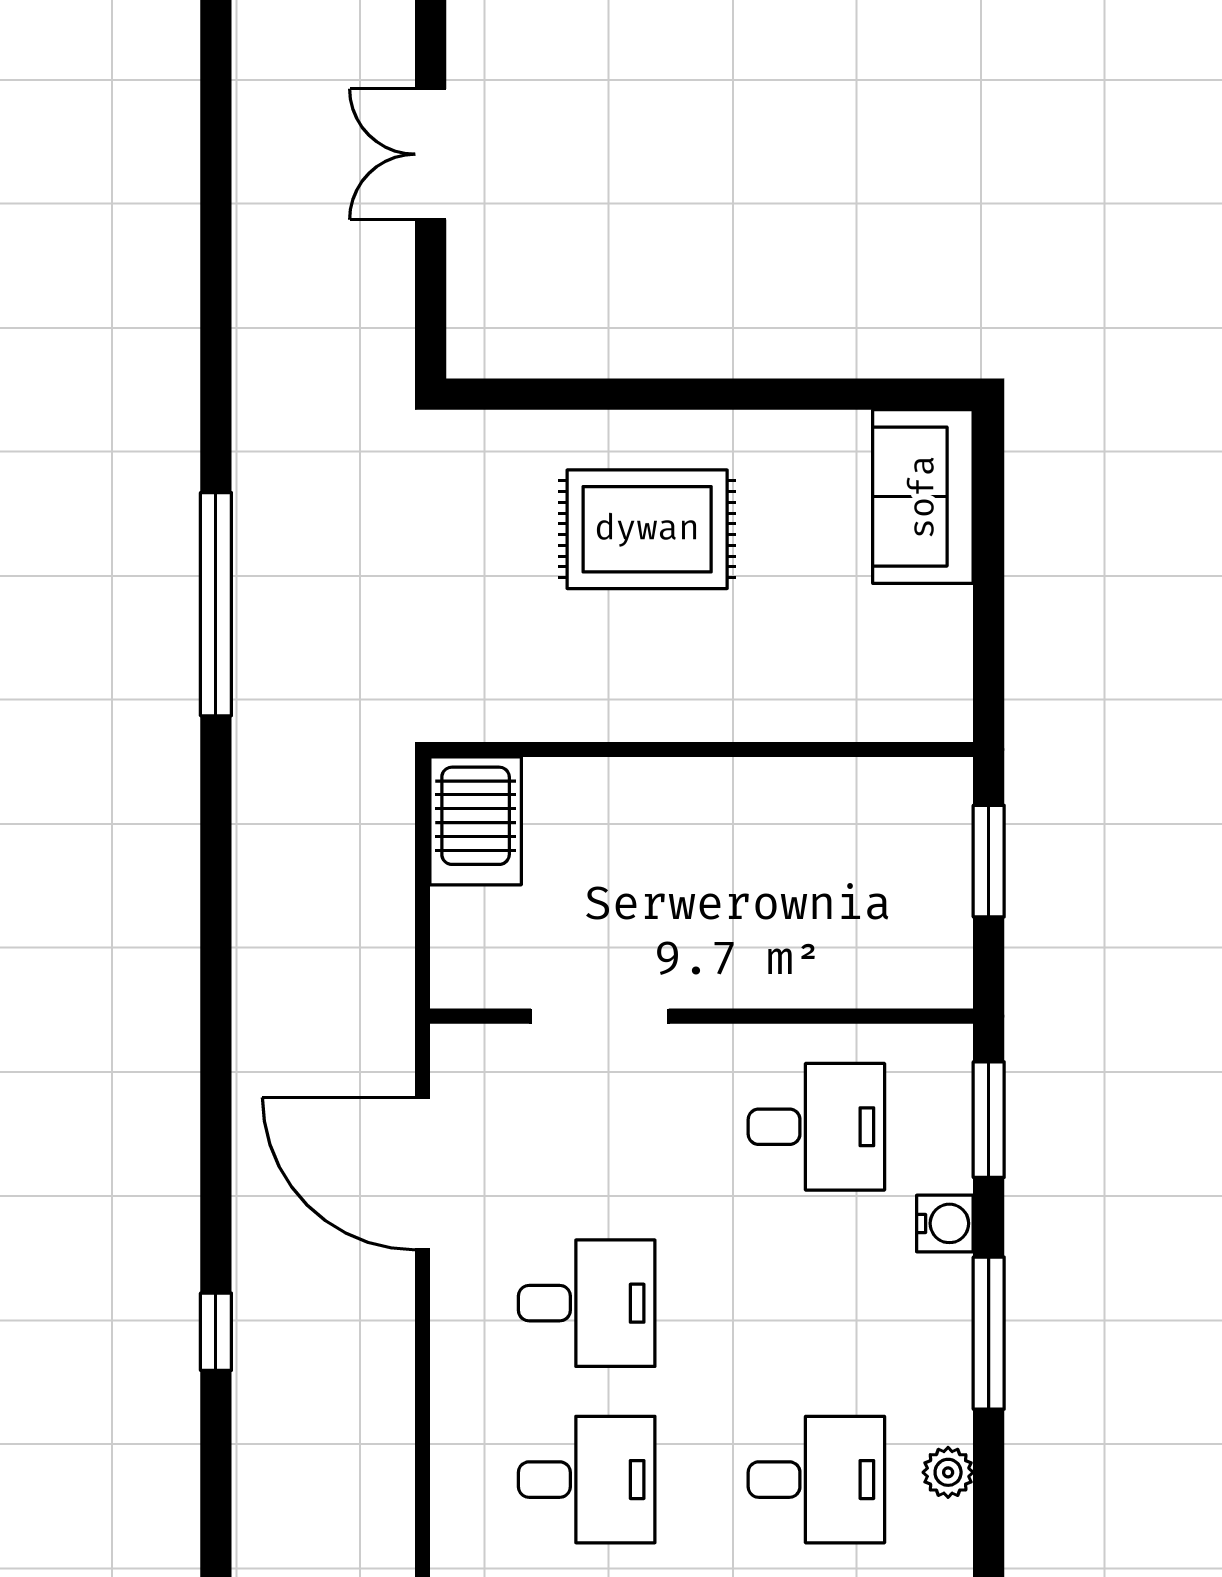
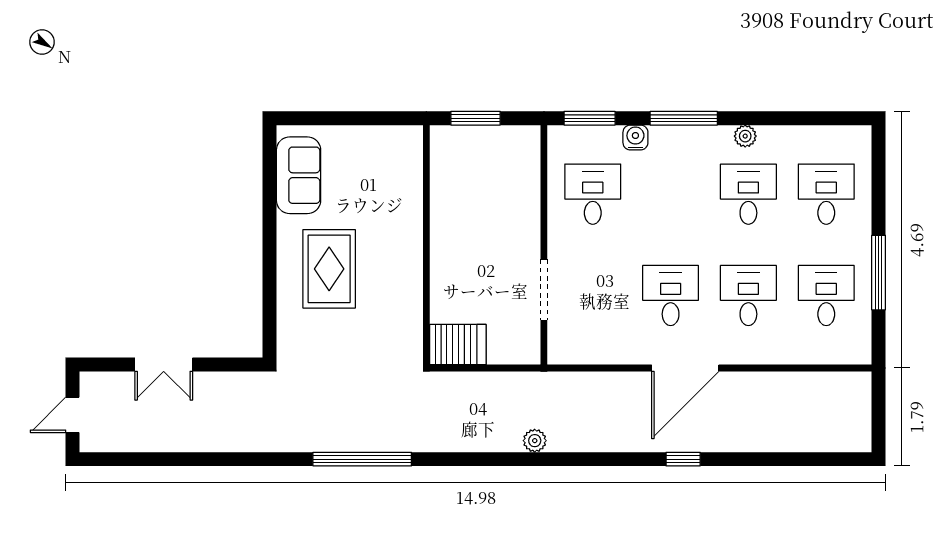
sofa: (923, 497) -> (299, 175), moved, turned -90
plant: (258, 995) -> (535, 441), added
door: (422, 1174) -> (685, 368), moved

